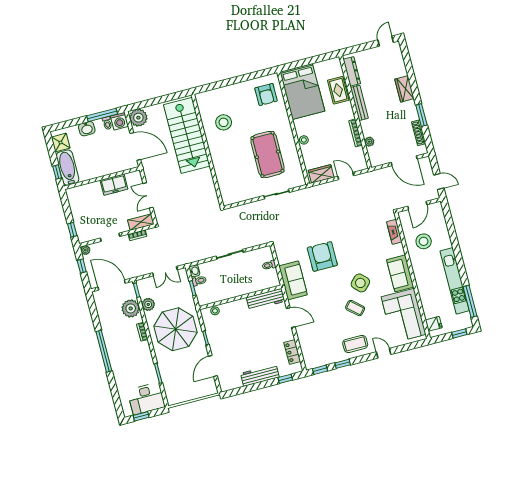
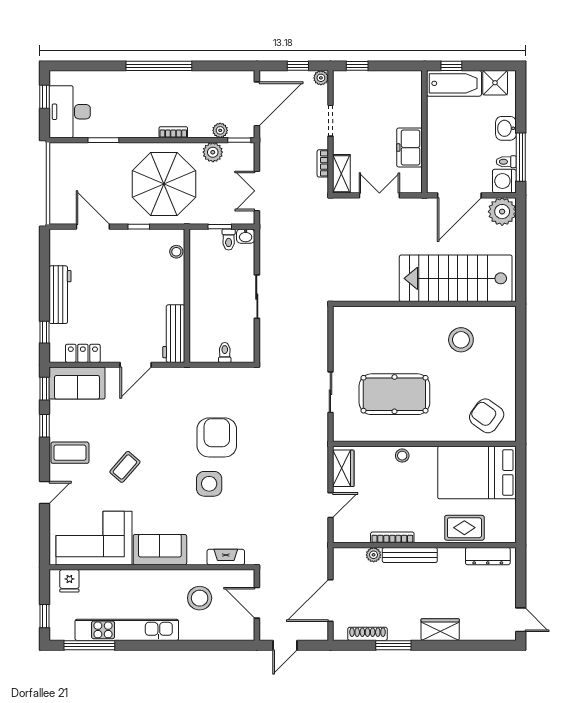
armchair: (266, 95) -> (487, 416), turned 36
bench: (359, 103) -> (410, 555), moved
armchair: (322, 256) -> (217, 437), turned -90
sofa: (293, 280) -> (77, 383), moved
side table: (360, 283) -> (209, 484), moved, turned 45
plant: (131, 308) -> (220, 130), width x0.53, depth x0.53
coffee table: (355, 344) -> (70, 453), turned 90

